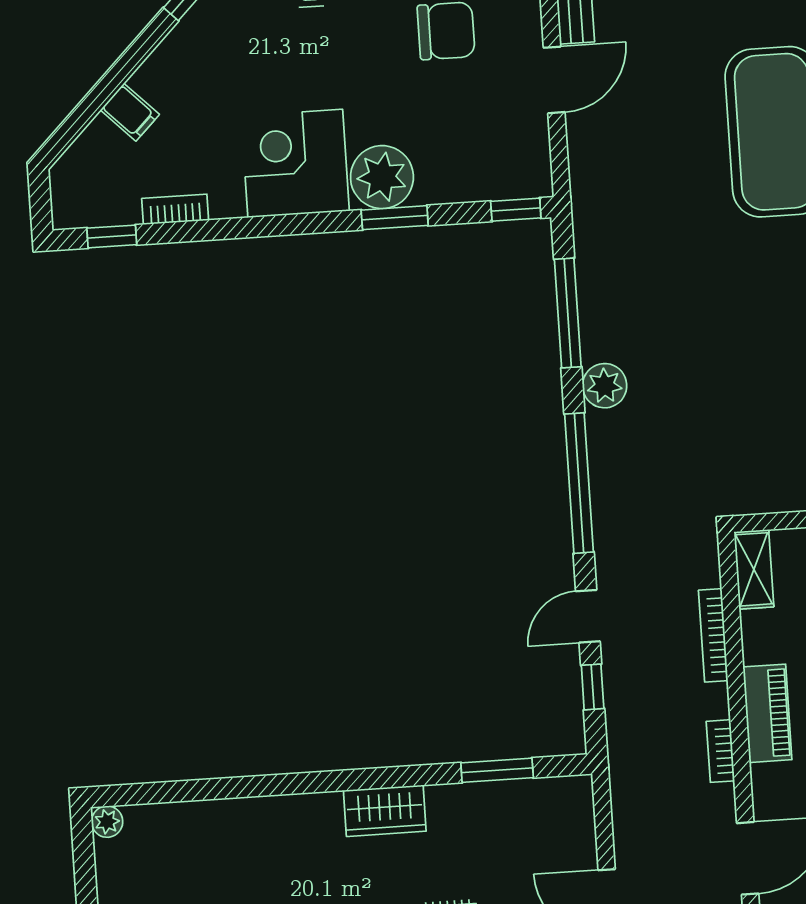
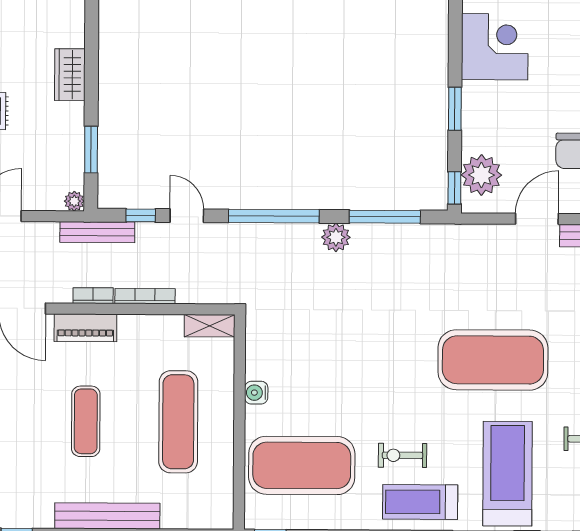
door: (554, 80) -> (537, 219), swing flipped
plant: (382, 177) -> (481, 175), moved
bookcase: (713, 635) -> (145, 296), moved
piano: (767, 713) -> (85, 328), moved
bench: (623, 751) -> (97, 232), added
plant: (578, 790) -> (74, 201), added

